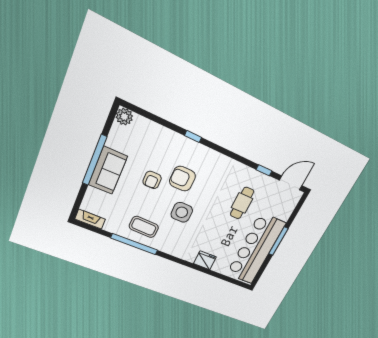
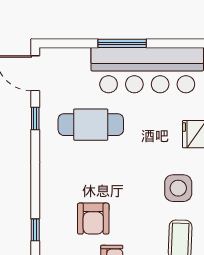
cafe table: (242, 203) -> (91, 125), width x1.37, depth x1.35
side table: (182, 212) -> (178, 188), moved

